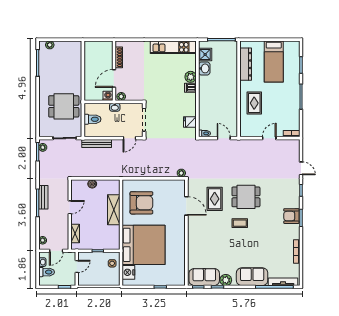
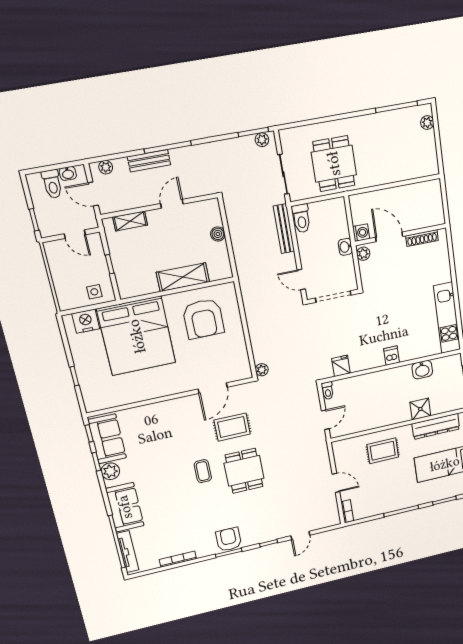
shower: (205, 55) -> (420, 409), moved
plant: (191, 77) -> (408, 353), removed
toilet: (92, 119) -> (301, 218), moved
bench: (43, 197) -> (149, 161), moved
door: (70, 207) -> (172, 204), swing flipped

